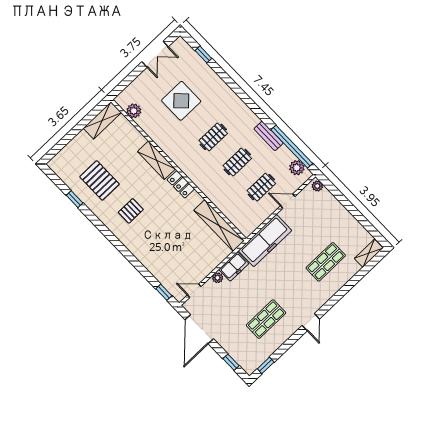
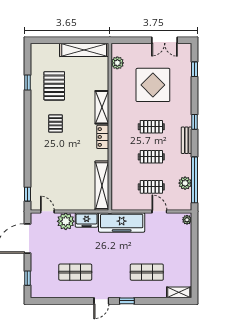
window: (245, 98) -> (195, 122), added
display table: (181, 101) -> (153, 85), width x1.36, depth x1.36
shelving: (102, 120) -> (84, 50), width x1.47
bench: (269, 136) -> (187, 140), moved
plant: (297, 168) -> (185, 183), moved
pallet: (131, 211) -> (56, 124), turned 90
plant: (218, 278) -> (66, 221), width x1.88, depth x1.88
window: (266, 365) -> (127, 301), moved

